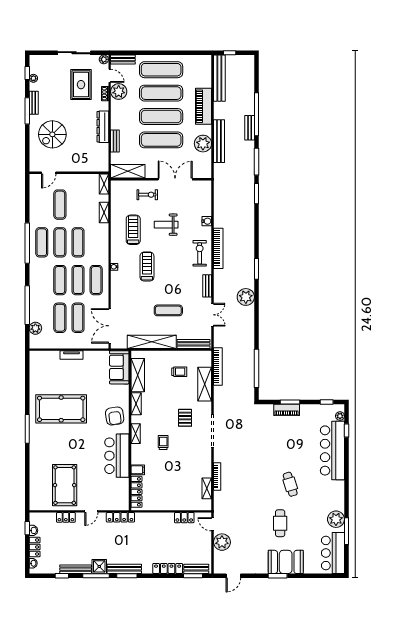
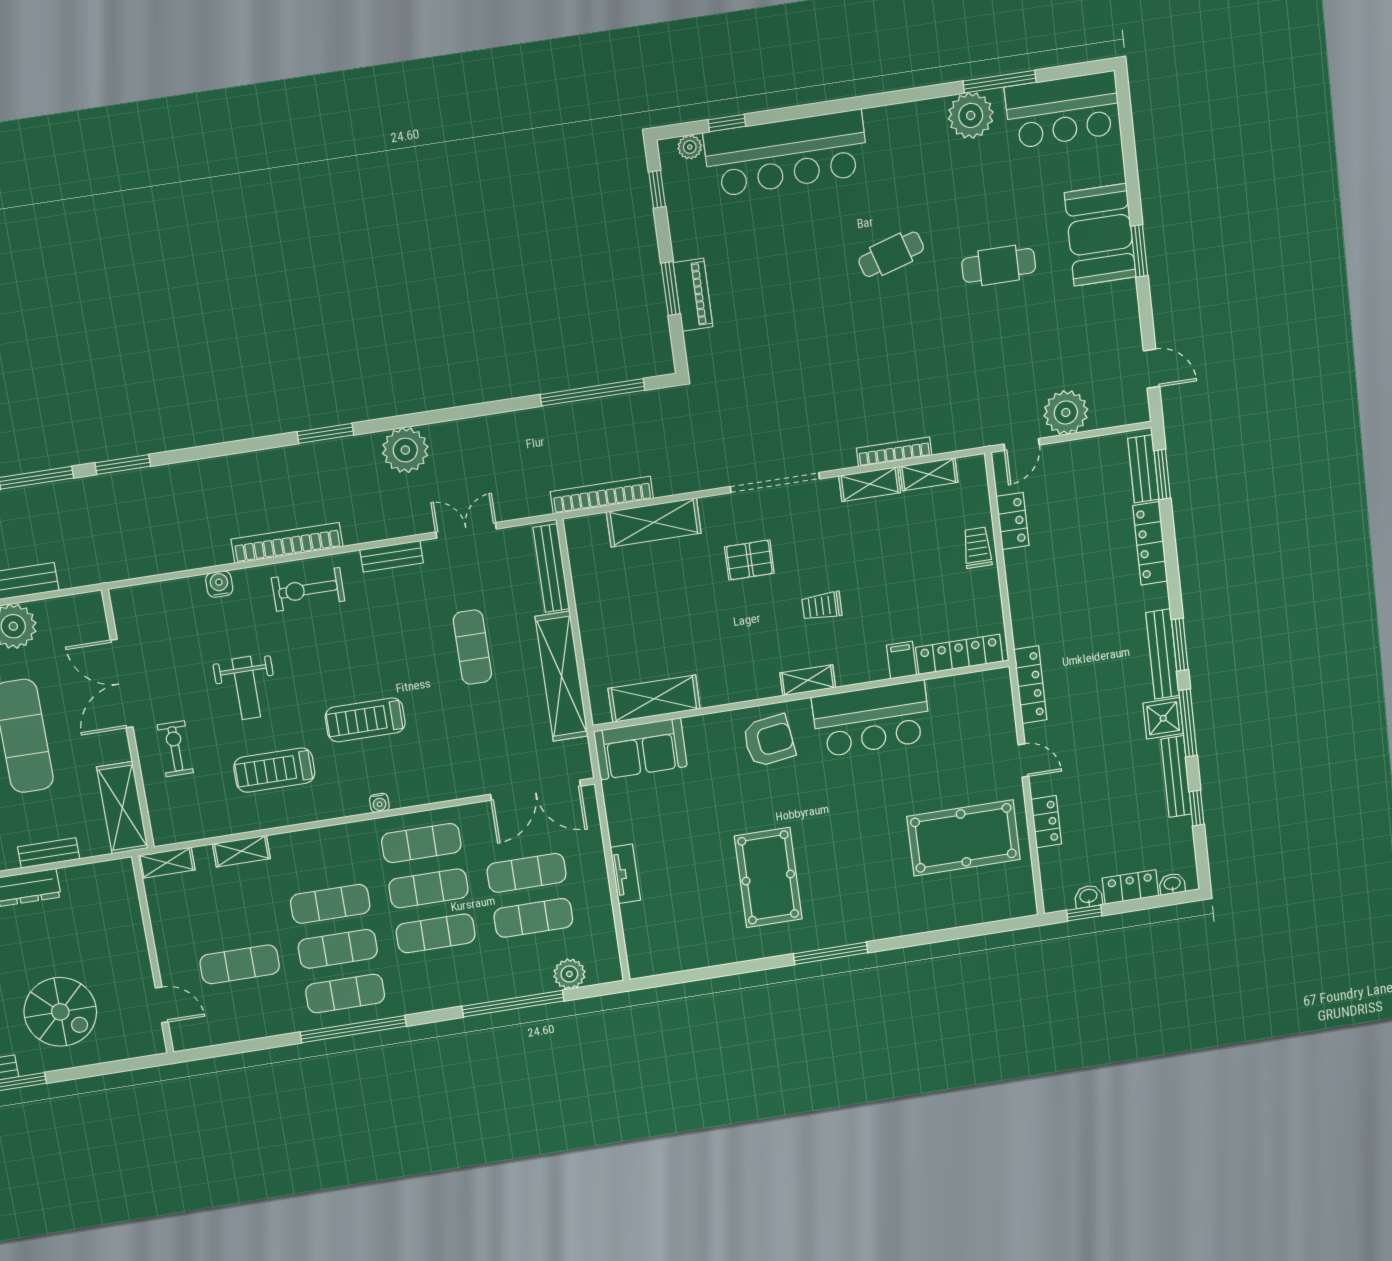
trolley: (179, 372) -> (977, 548), moved
shelving: (136, 404) -> (870, 484), moved
pool table: (61, 409) -> (768, 878), width x0.73, depth x0.76

